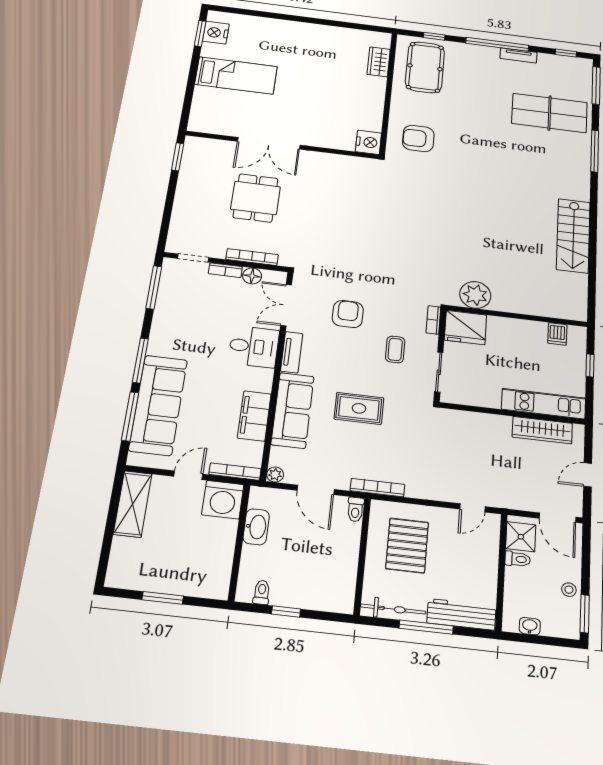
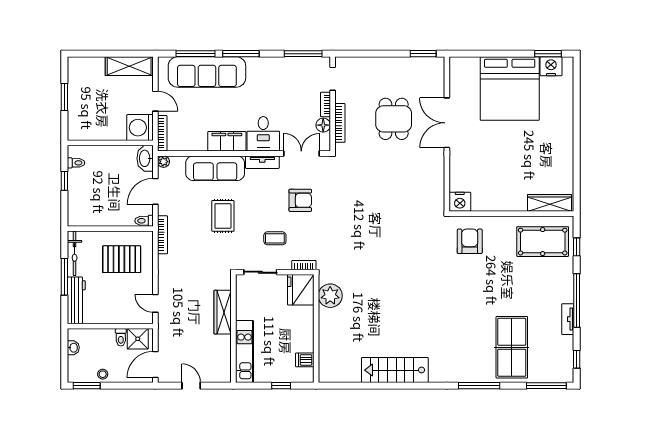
wardrobe: (379, 62) -> (549, 203), width x1.50
bed: (236, 75) -> (510, 89), width x2.04
dining table: (255, 198) -> (394, 119), turned 90
filing cabinet: (254, 416) -> (227, 141), moved
wardrobe: (542, 430) -> (223, 312), moved
washbasin: (256, 527) -> (145, 158), moved, turned 90

